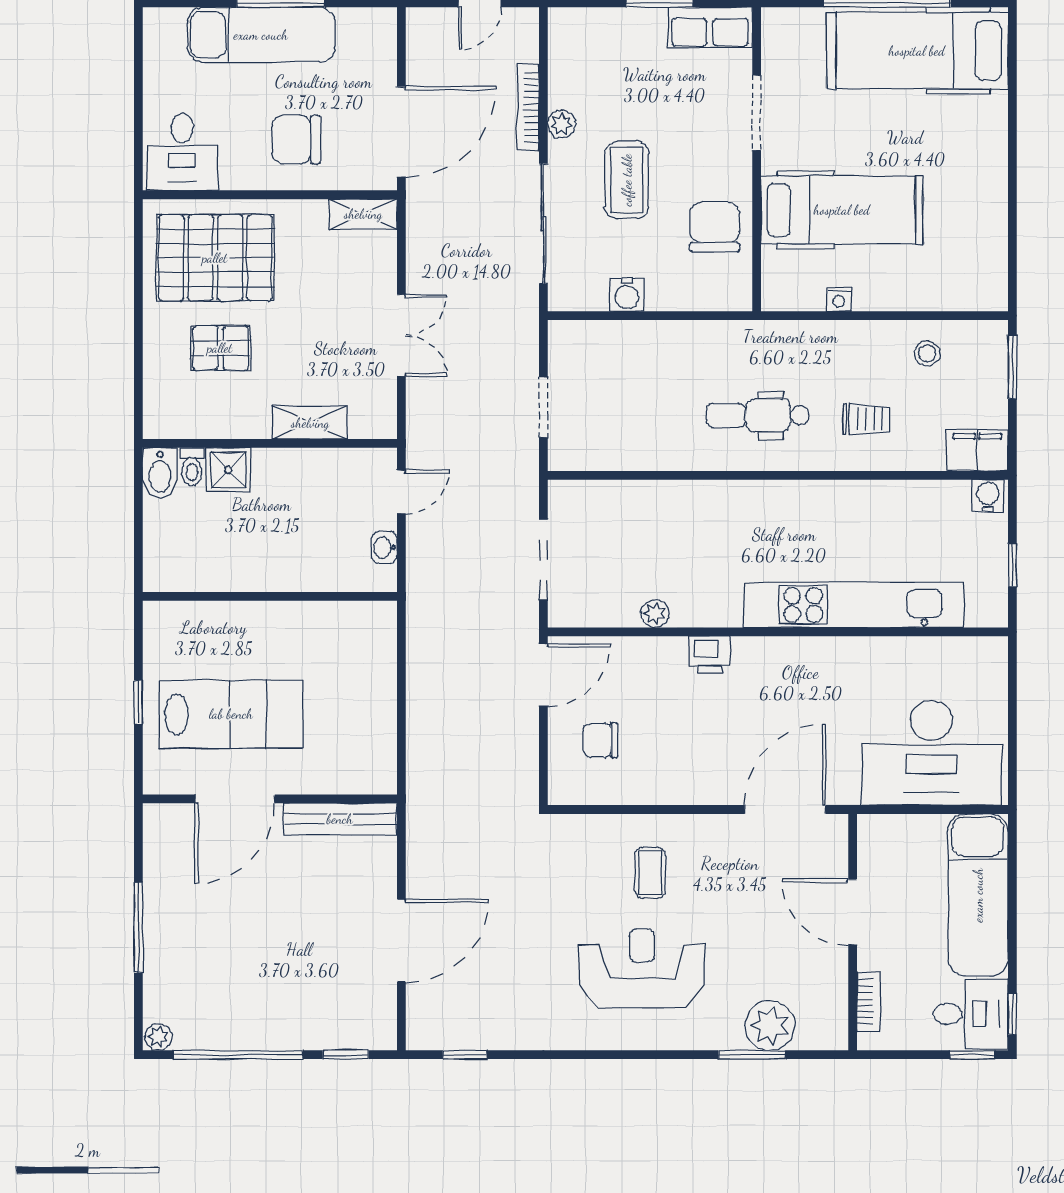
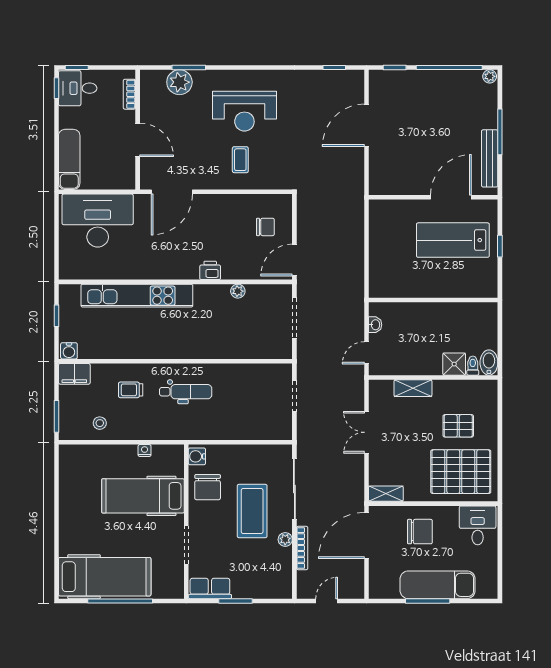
coffee table: (627, 180) -> (252, 511), width x1.36, depth x1.32
water cooler: (627, 295) -> (197, 456), moved, turned -90
bench: (340, 819) -> (490, 158), moved, turned 90
exam couch: (978, 895) -> (69, 159), width x0.73, depth x0.69

